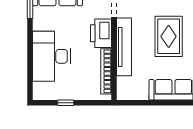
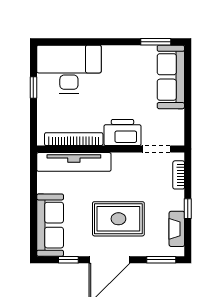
tv unit: (124, 47) -> (74, 162), moved
desk: (51, 56) -> (69, 69), moved

